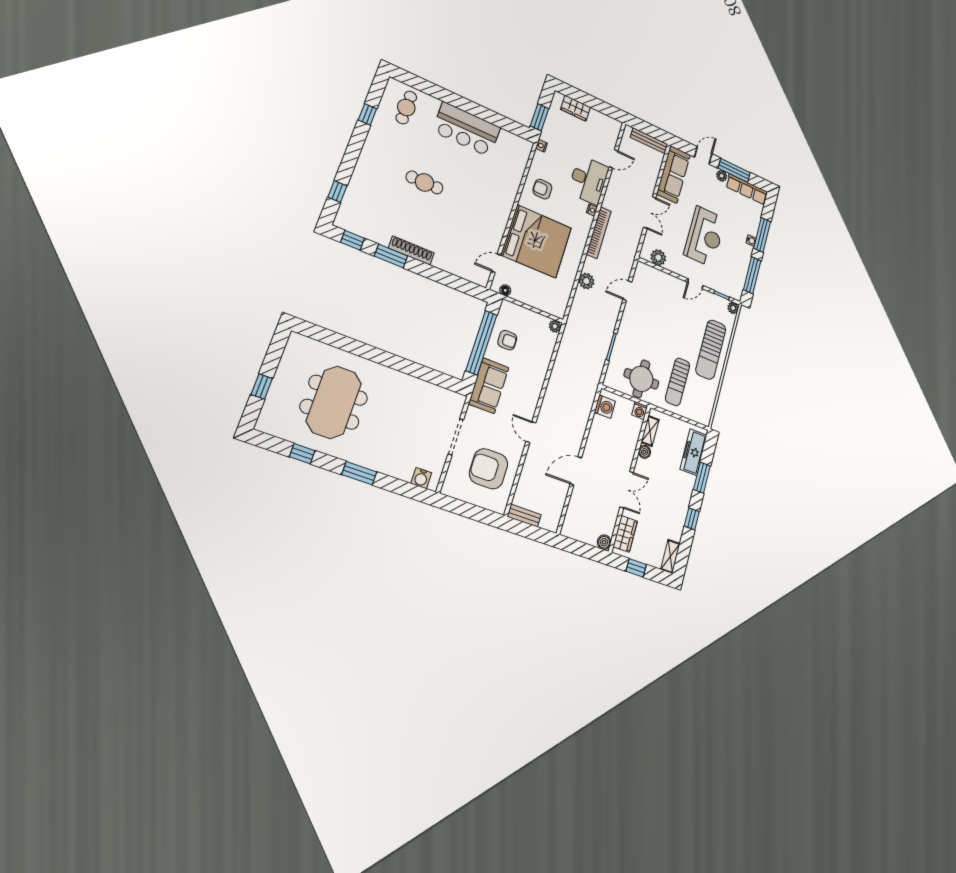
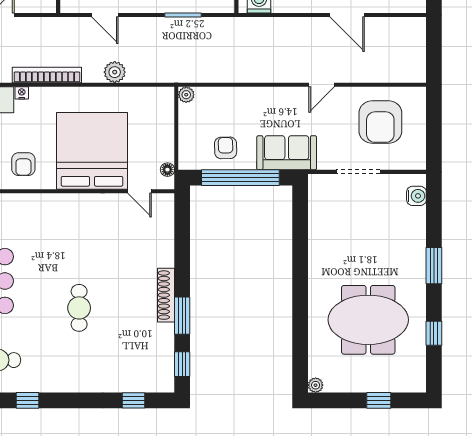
plant: (295, 339) -> (316, 385), added
bench: (524, 516) -> (418, 63), removed

